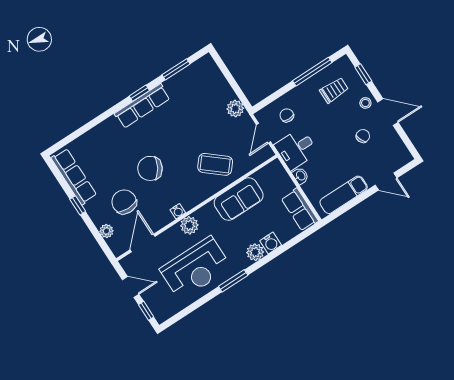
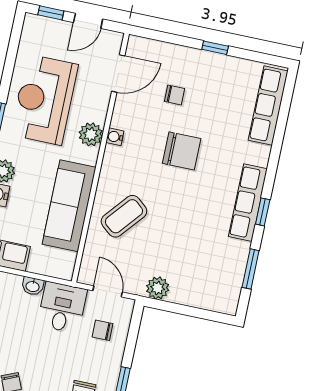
chair: (287, 115) -> (103, 330), turned 180
chair: (150, 168) -> (182, 151), turned 59
row of seats: (74, 177) -> (268, 106), moved, turned 90
sofa: (239, 199) -> (69, 206), width x1.36
chair: (124, 202) -> (174, 95), width x0.54, depth x0.54
plant: (106, 231) -> (164, 51), removed
door: (143, 243) -> (118, 74), hinge flipped

